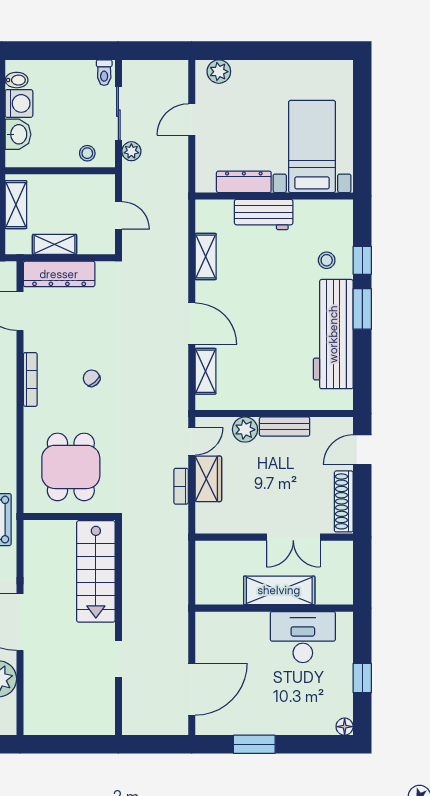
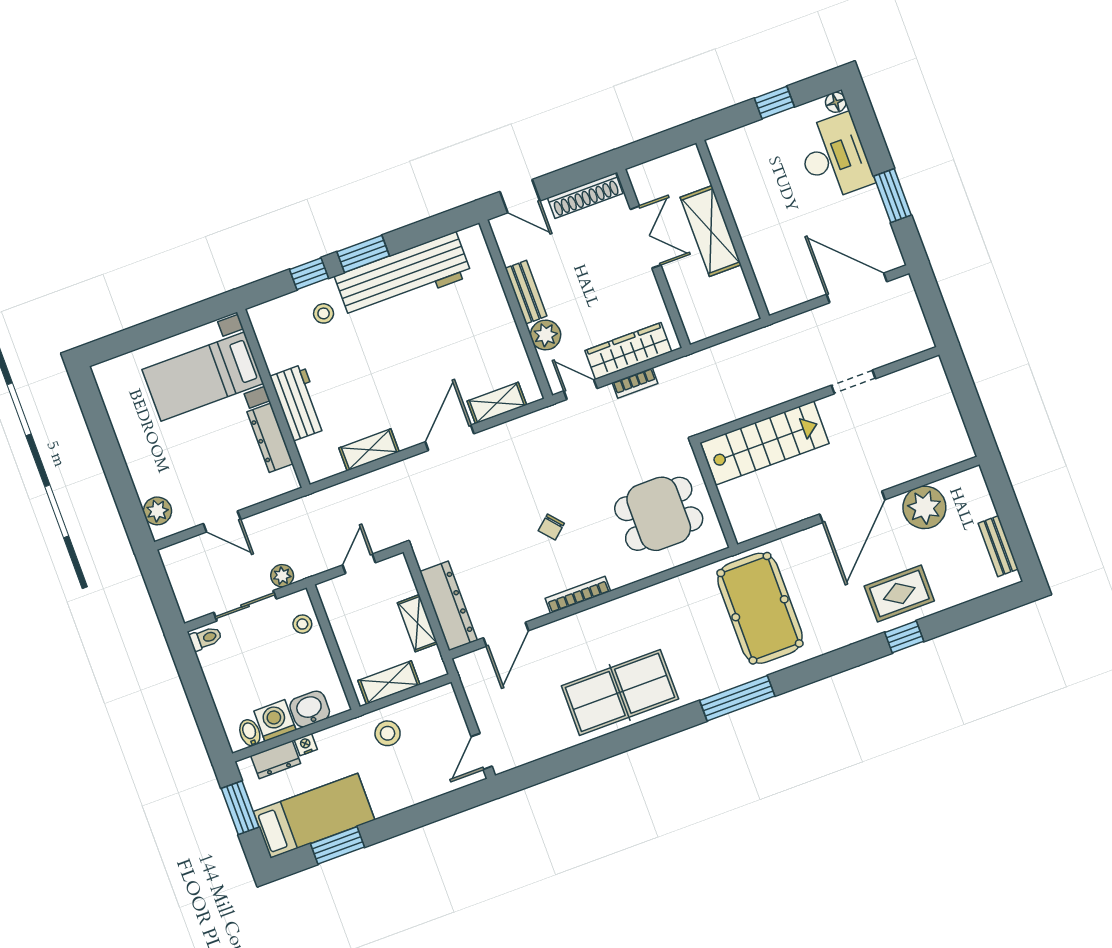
wardrobe: (208, 479) -> (628, 351), width x1.50
desk: (303, 637) -> (834, 157), moved, turned 180

